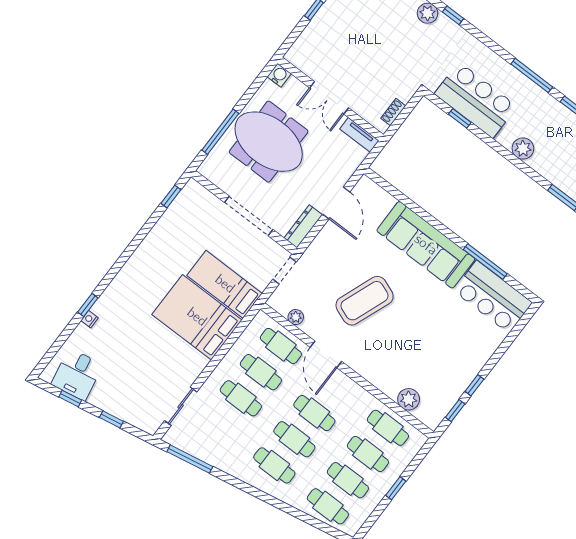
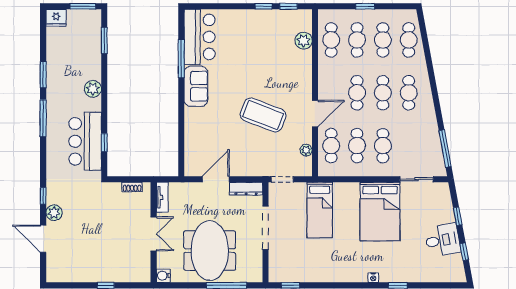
sofa: (426, 245) -> (196, 86), width x0.54, depth x0.79
bed: (197, 317) -> (380, 212), moved
nightstand: (90, 319) -> (373, 278), moved
desk: (77, 374) -> (442, 240), moved

